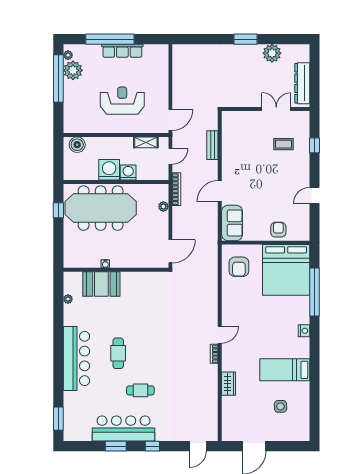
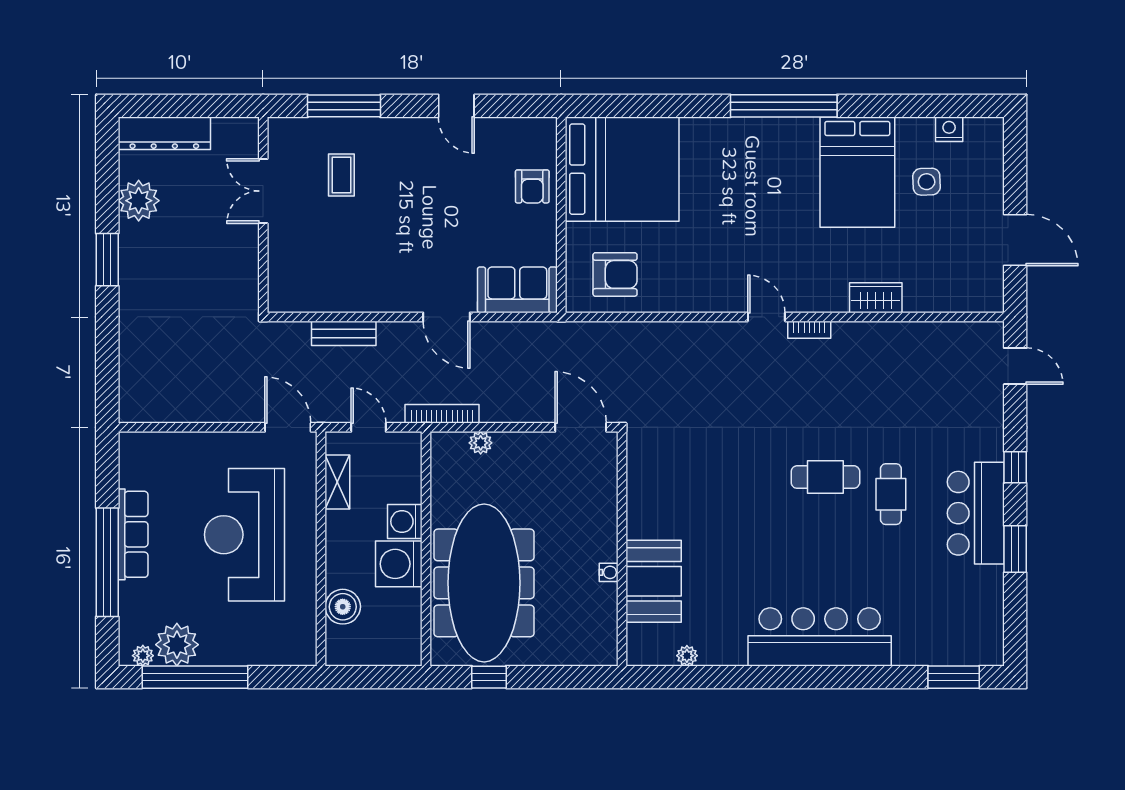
dresser: (302, 83) -> (164, 133), moved
reception desk: (122, 101) -> (244, 535), width x1.36, depth x1.30
boiler: (77, 145) -> (343, 607), moved
window: (314, 145) -> (344, 106), width x2.17
armchair: (278, 230) -> (532, 186), turned -90
window: (314, 292) -> (784, 106), moved
nightstand: (304, 331) -> (949, 129), moved
cafe table: (118, 353) -> (825, 477), moved
bed: (285, 370) -> (857, 172), width x1.50
bar counter: (124, 428) -> (976, 513), width x0.73

